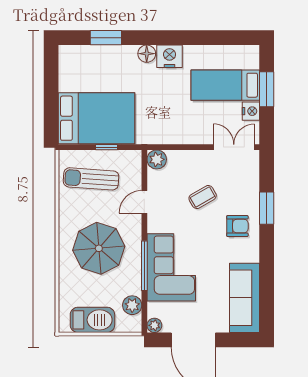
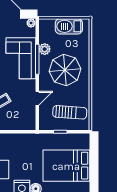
bed: (97, 118) -> (66, 166), moved
plant: (157, 159) -> (30, 124), removed
plant: (132, 305) -> (45, 49), moved

